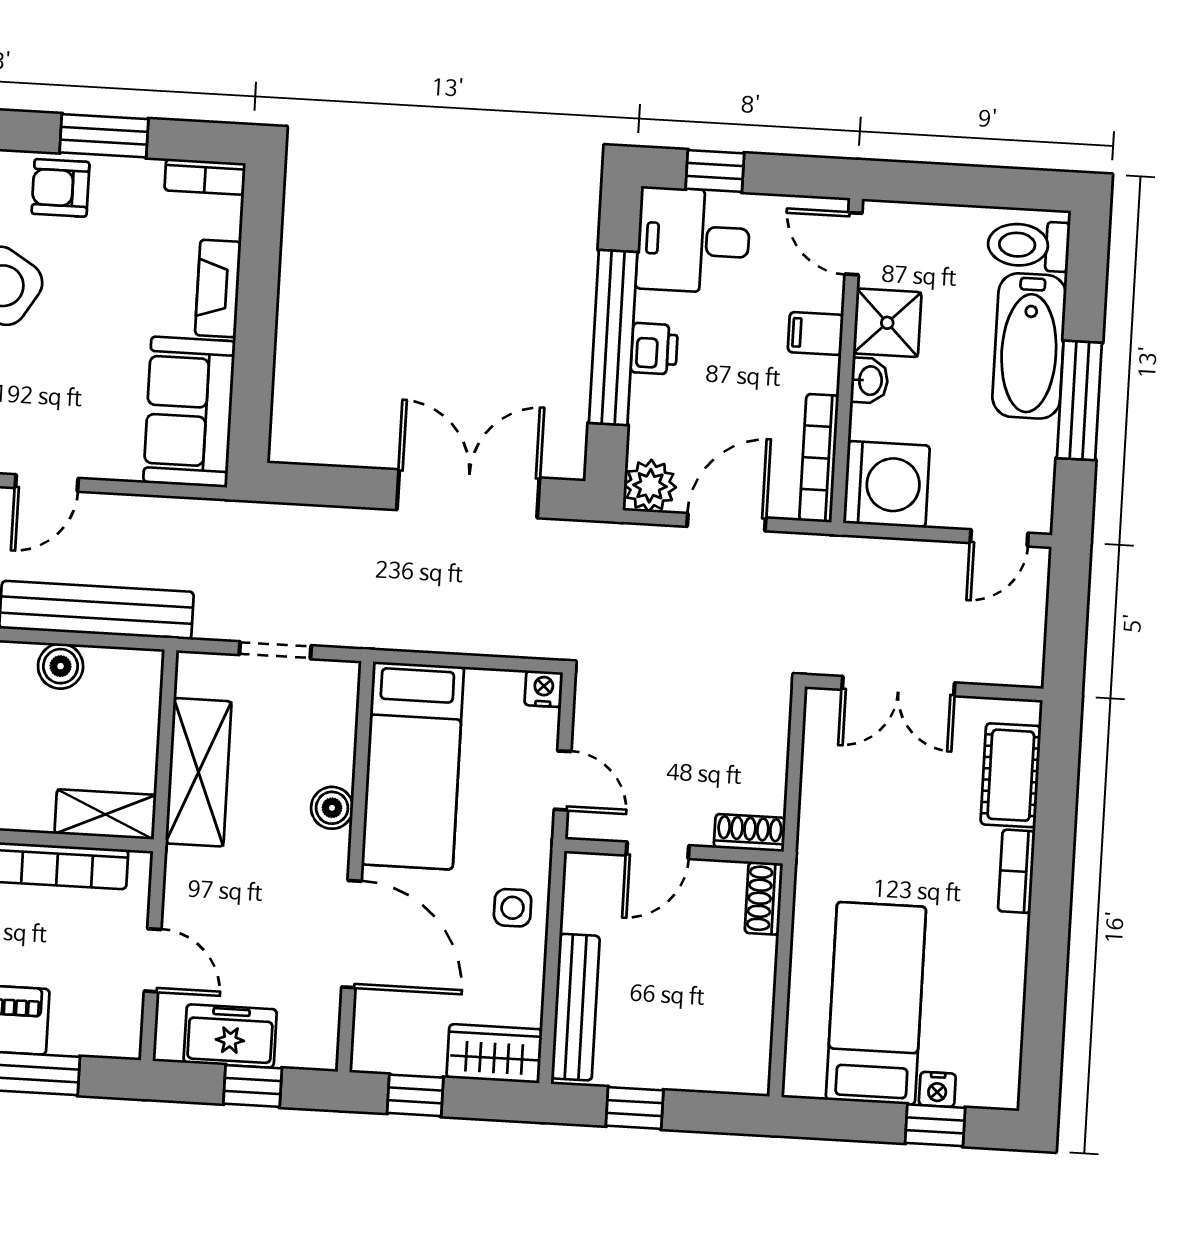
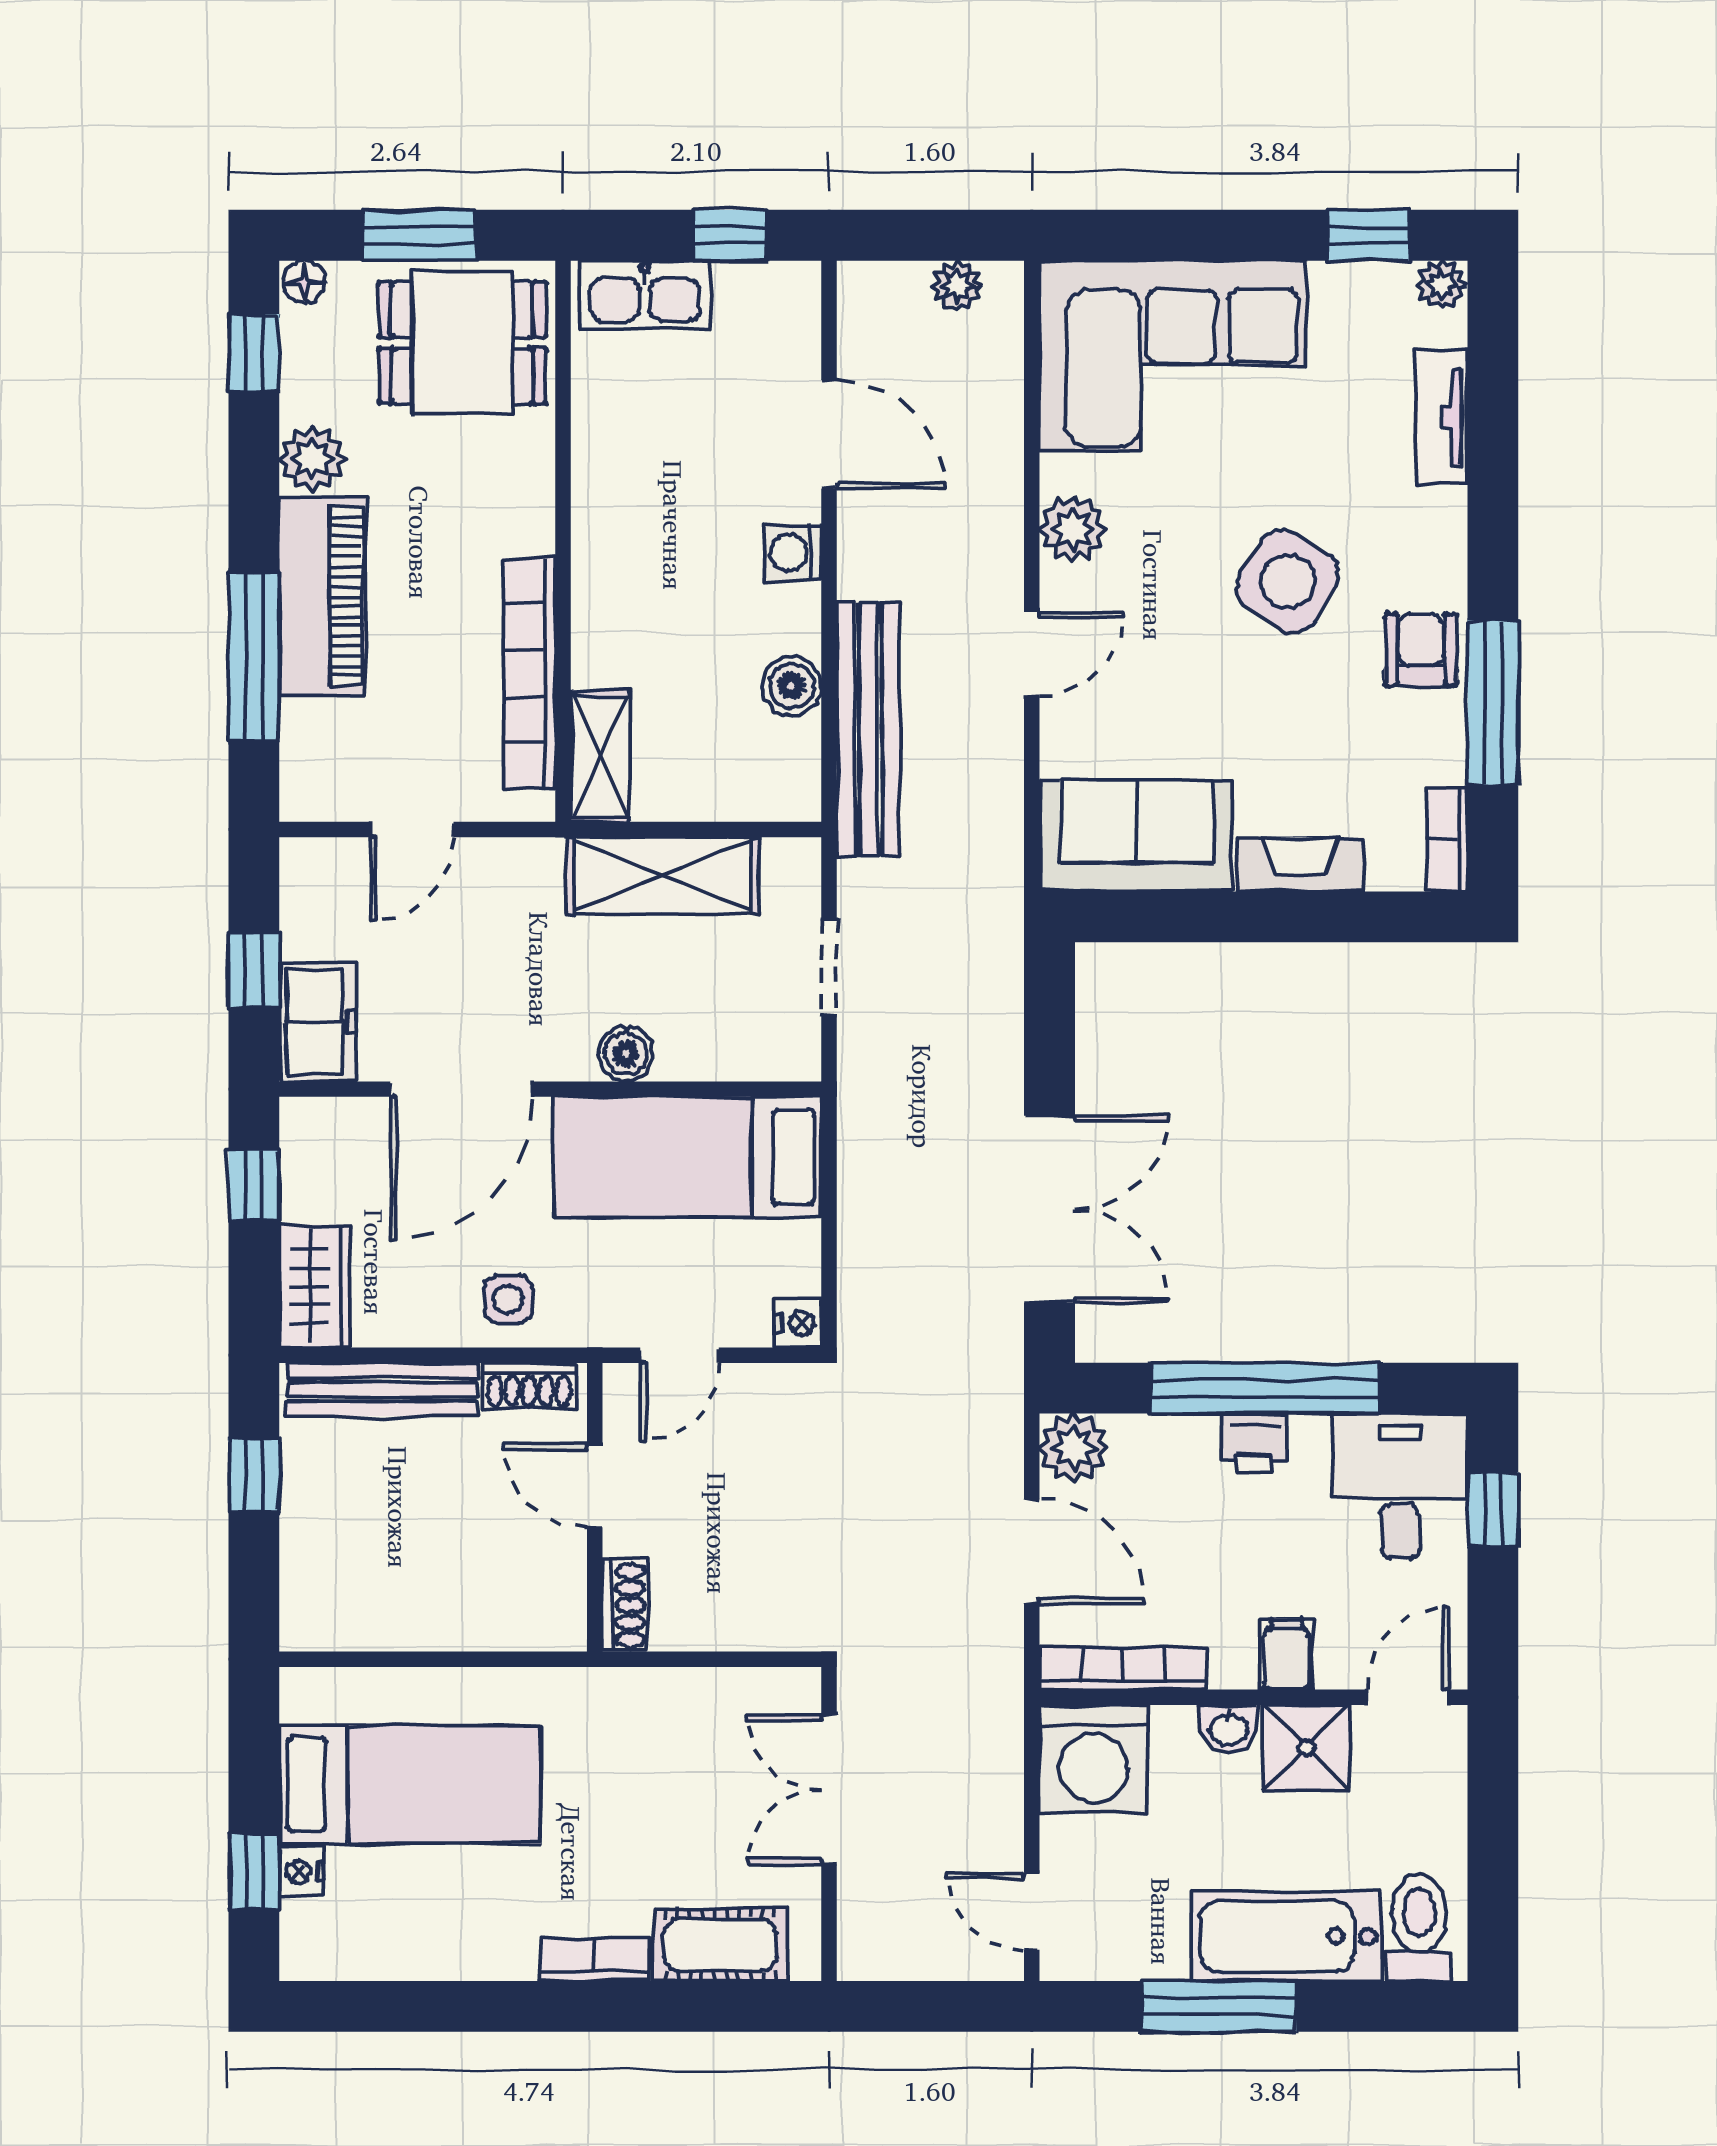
window: (104, 136) -> (1493, 703), width x1.44
door: (47, 483) -> (1032, 654), swing flipped
shoe rack: (764, 898) -> (529, 1385), moved, turned 180
freezer: (230, 1036) -> (318, 1022), moved

